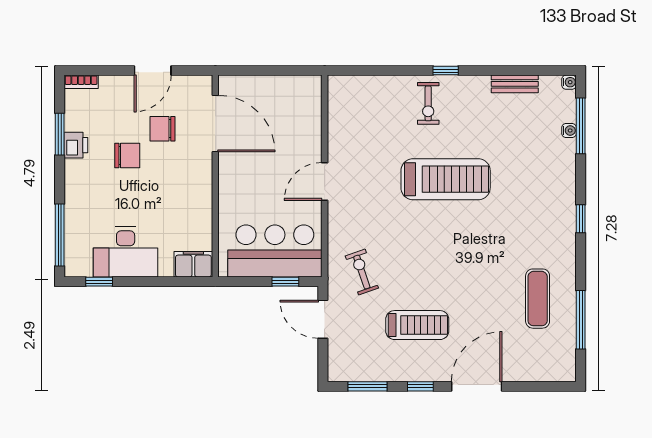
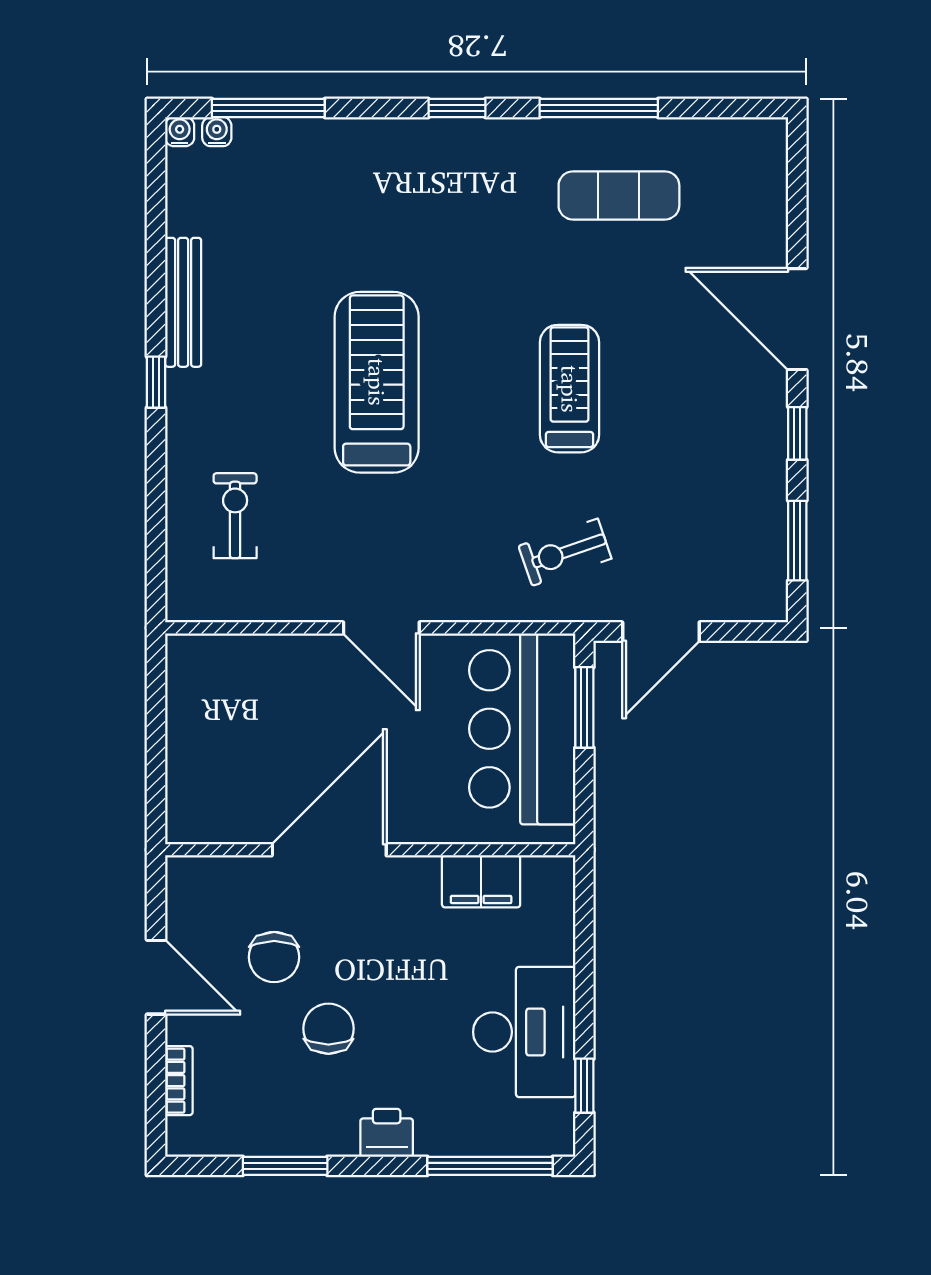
bookcase: (81, 82) -> (179, 1081), moved
bench: (515, 84) -> (183, 302), moved, width x1.36
exercise bike: (428, 103) -> (235, 516), moved, turned -90
door: (215, 124) -> (329, 850), moved
water cooler: (569, 130) -> (217, 132), moved
printer: (76, 145) -> (387, 1133), moved
filing cabinet: (193, 264) -> (481, 881), moved, turned -90
window: (285, 282) -> (584, 707), width x1.50
window: (581, 320) -> (599, 108), moved
treadmill: (417, 325) -> (570, 389), moved

